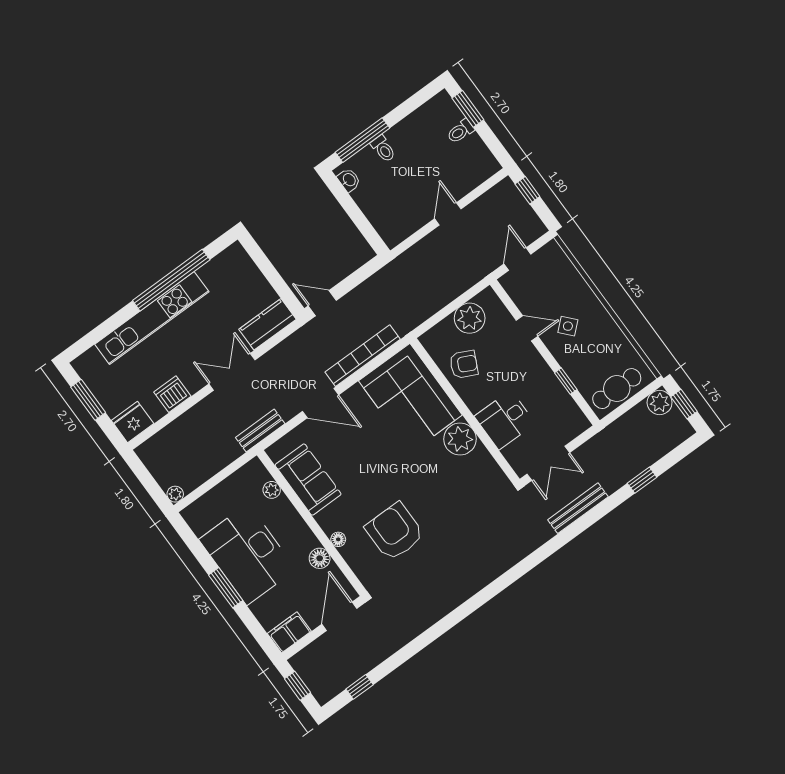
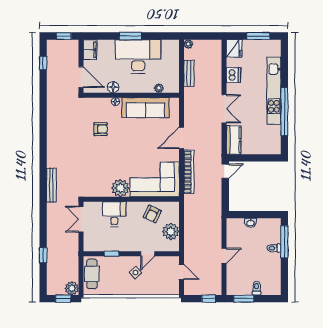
window: (468, 109) -> (244, 299), moved
washbasin: (349, 180) -> (250, 223), moved
door: (448, 214) -> (224, 256), hinge flipped
bench: (260, 431) -> (189, 73), moved
sofa: (308, 480) -> (145, 108), width x1.36
bench: (578, 508) -> (51, 185), moved
armchair: (395, 532) -> (101, 129), width x0.53, depth x0.53

